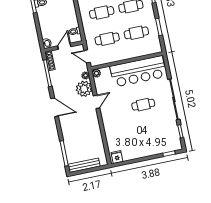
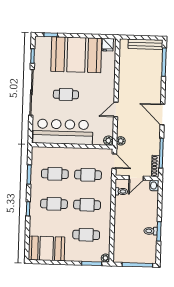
plant: (84, 89) -> (126, 127), removed
booth: (142, 142) -> (76, 55), added

